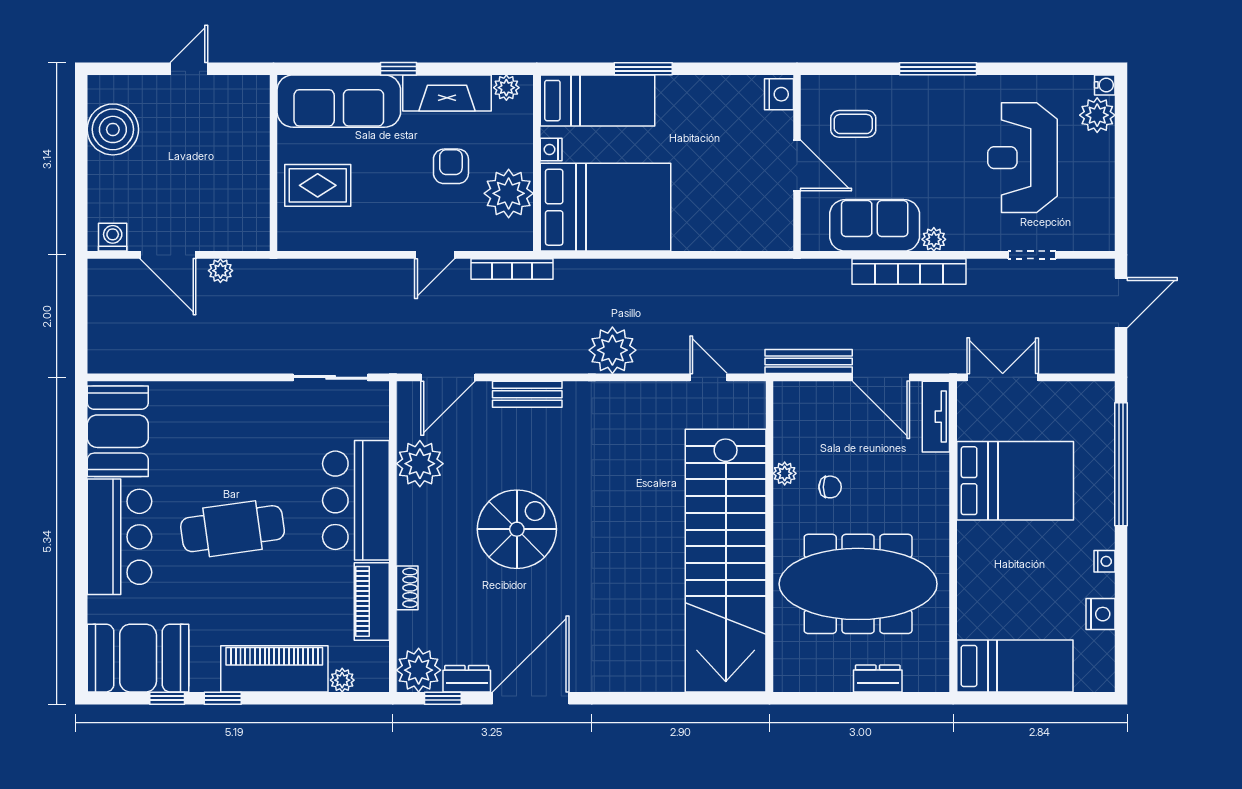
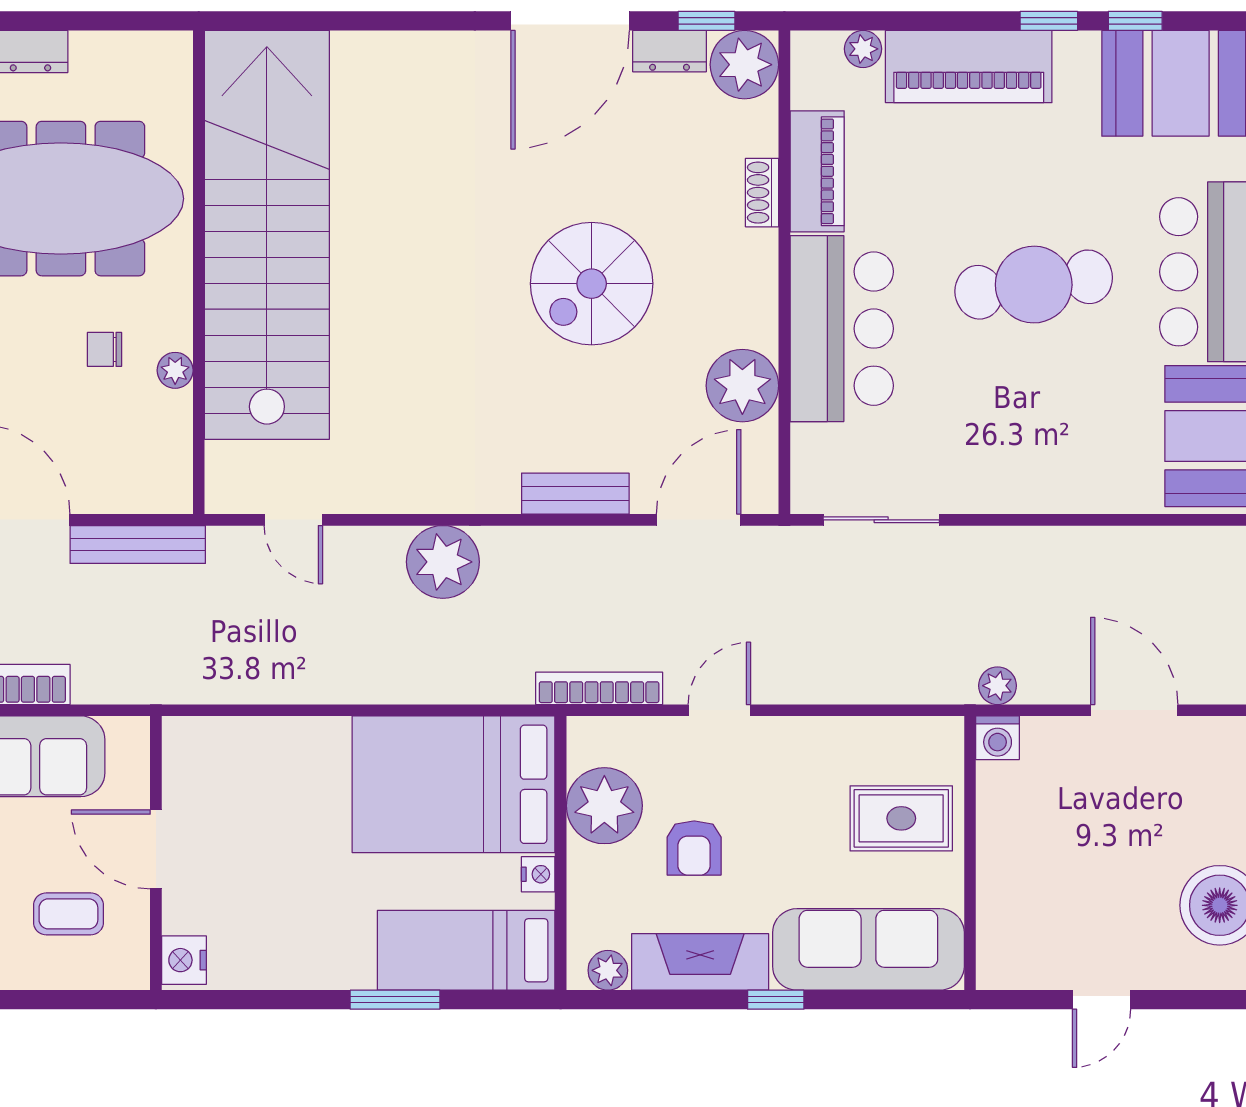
washing machine: (113, 237) -> (998, 738), moved
plant: (220, 271) -> (998, 686), moved

